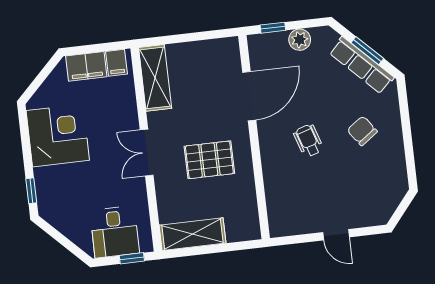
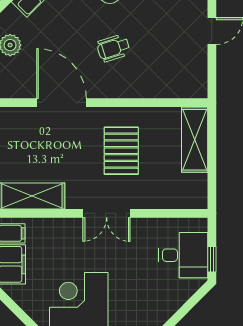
shelving: (193, 234) -> (195, 140), moved
window: (132, 258) -> (212, 259), moved

